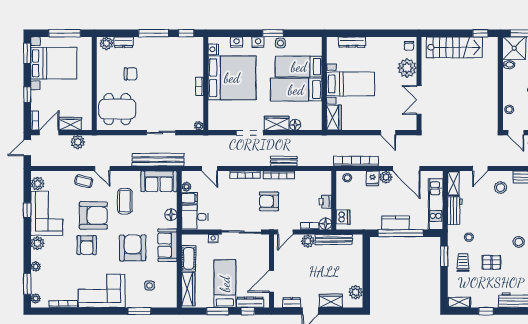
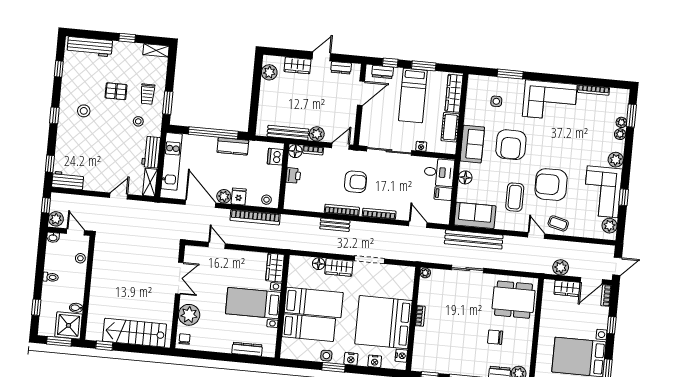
plant: (186, 187) -> (445, 207), removed
stool: (501, 188) -> (98, 173), removed
kitchen counter: (395, 223) -> (233, 146), moved
armchair: (87, 245) -> (562, 153), removed
plant: (36, 299) -> (621, 122), moved
dresser: (250, 302) -> (383, 72), width x0.70

